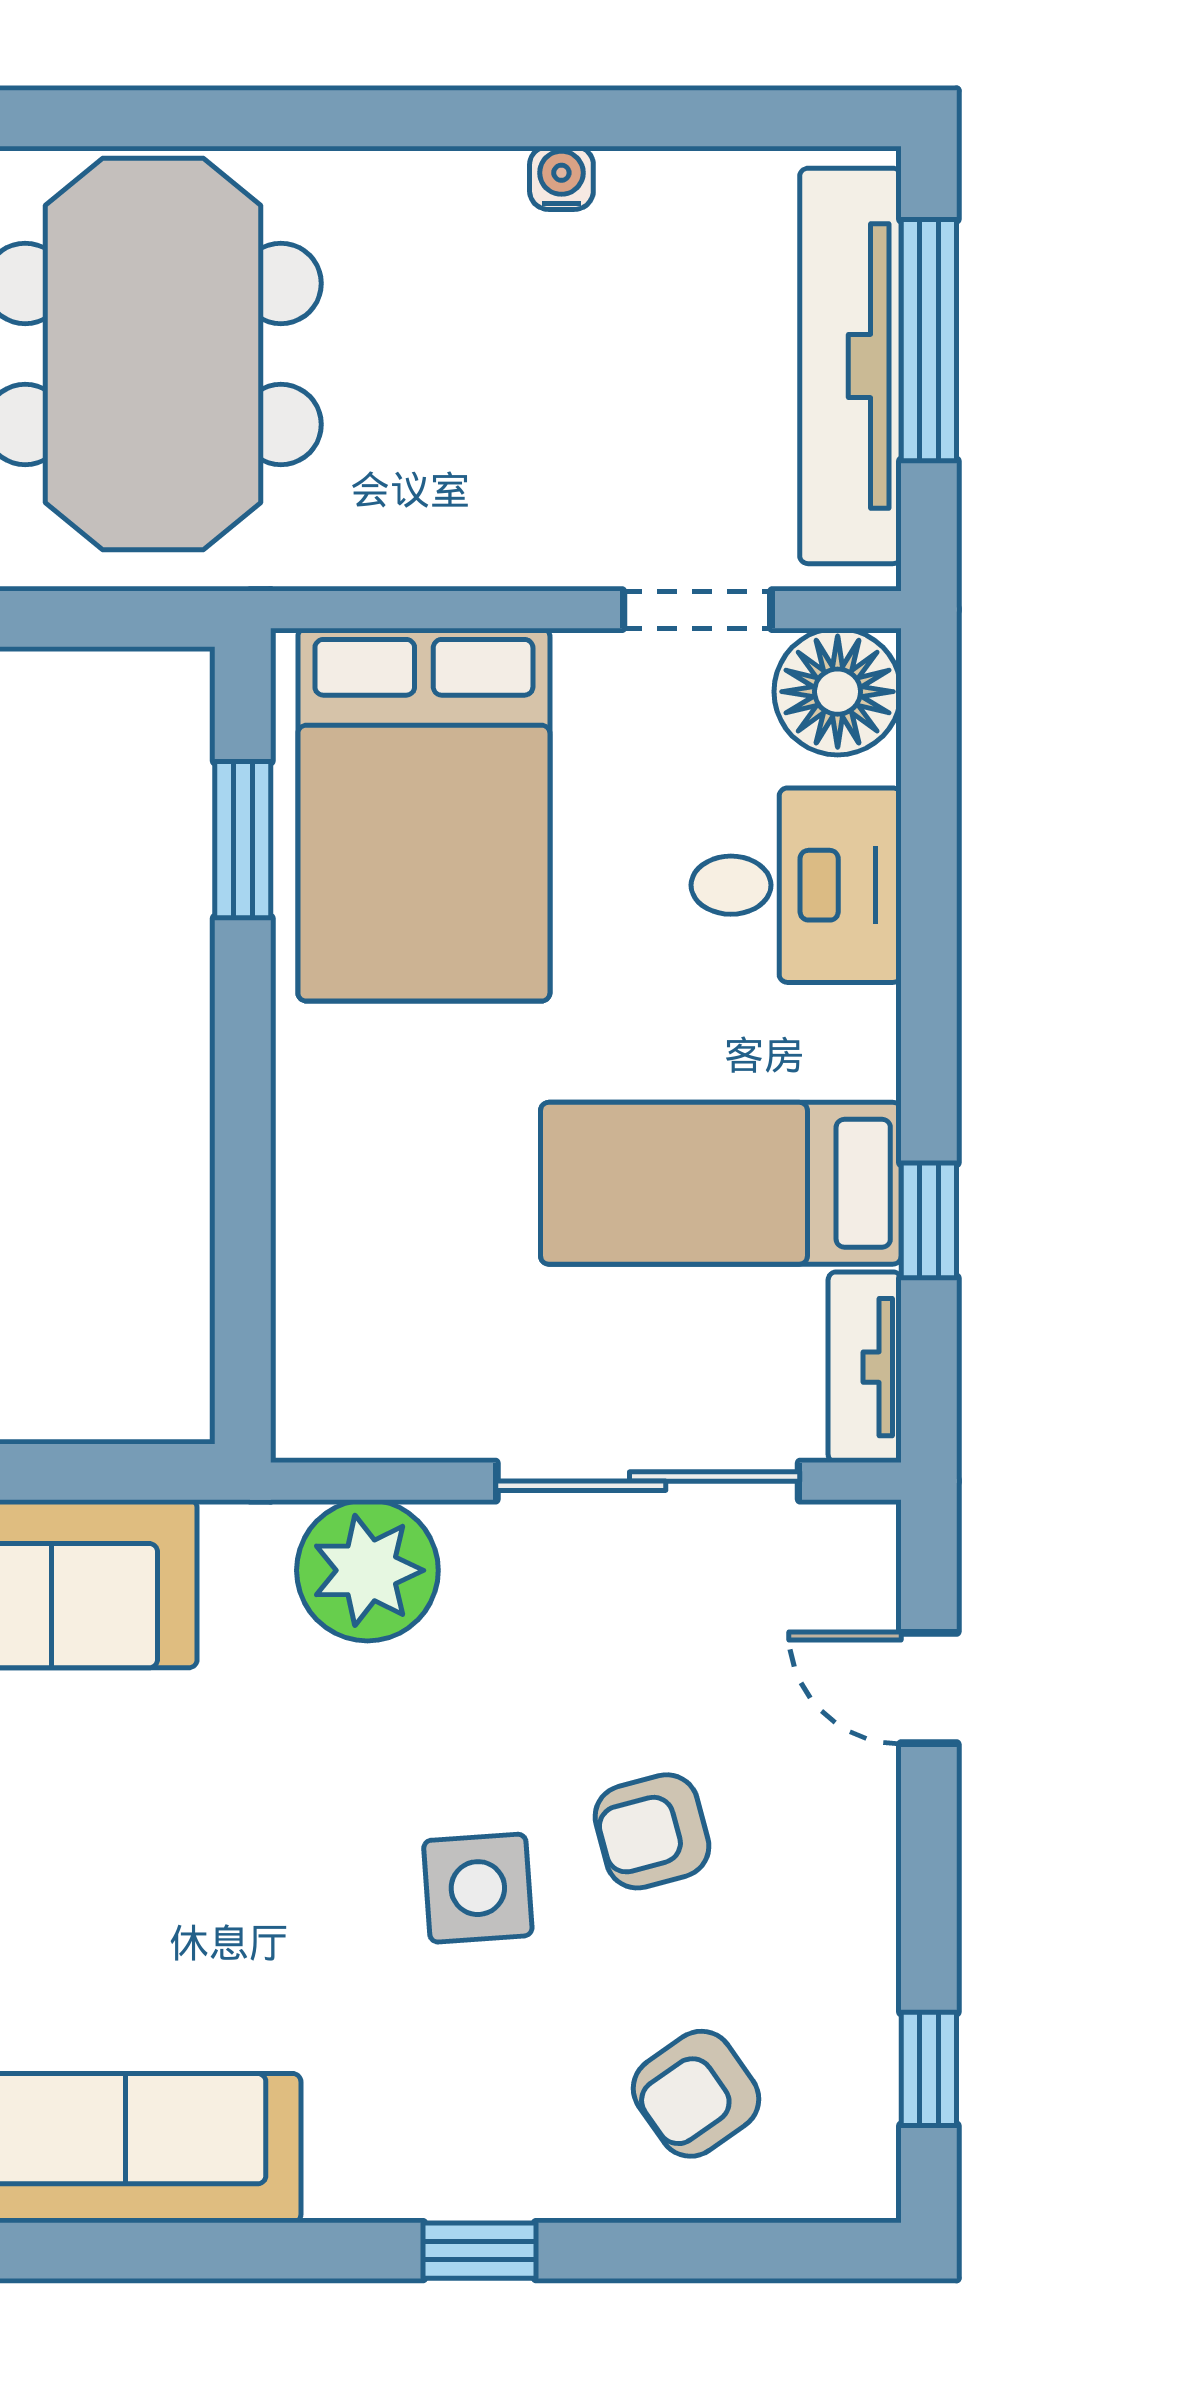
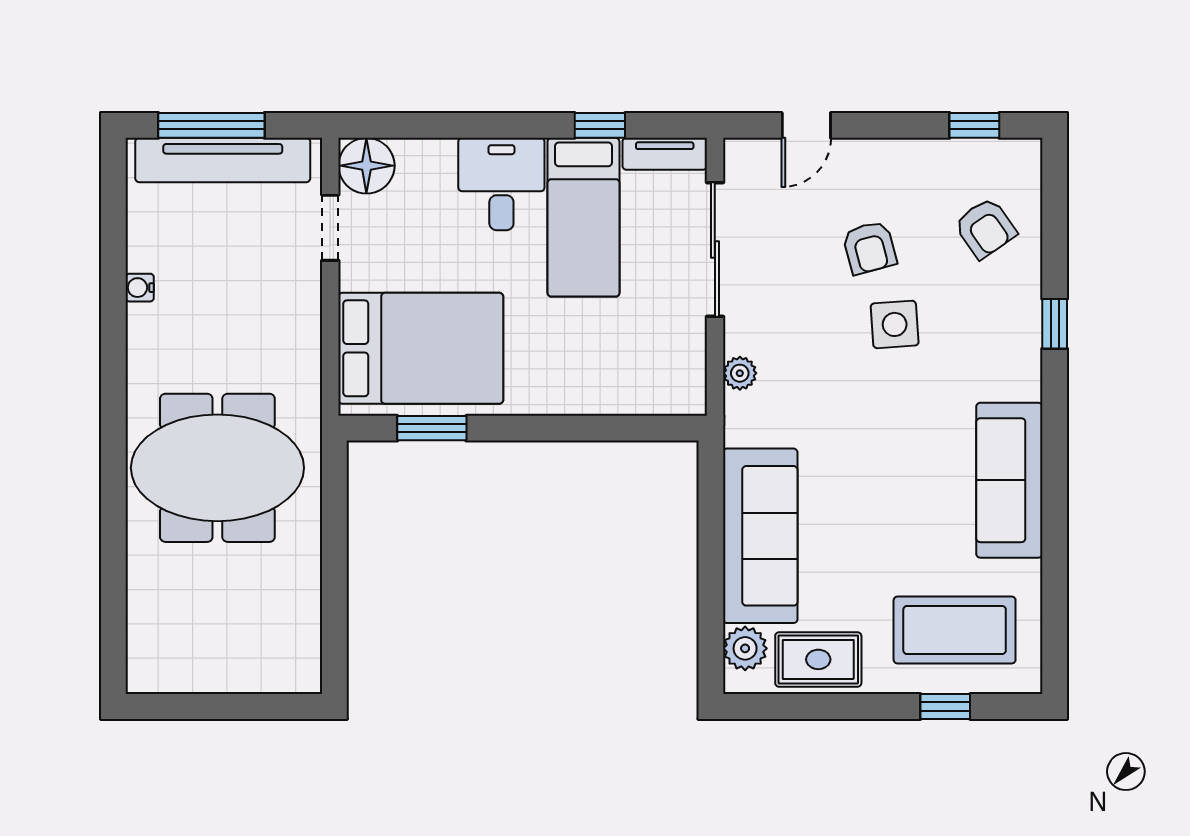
desk: (796, 885) -> (501, 184), moved
plant: (367, 1570) -> (740, 373), width x0.53, depth x0.53

